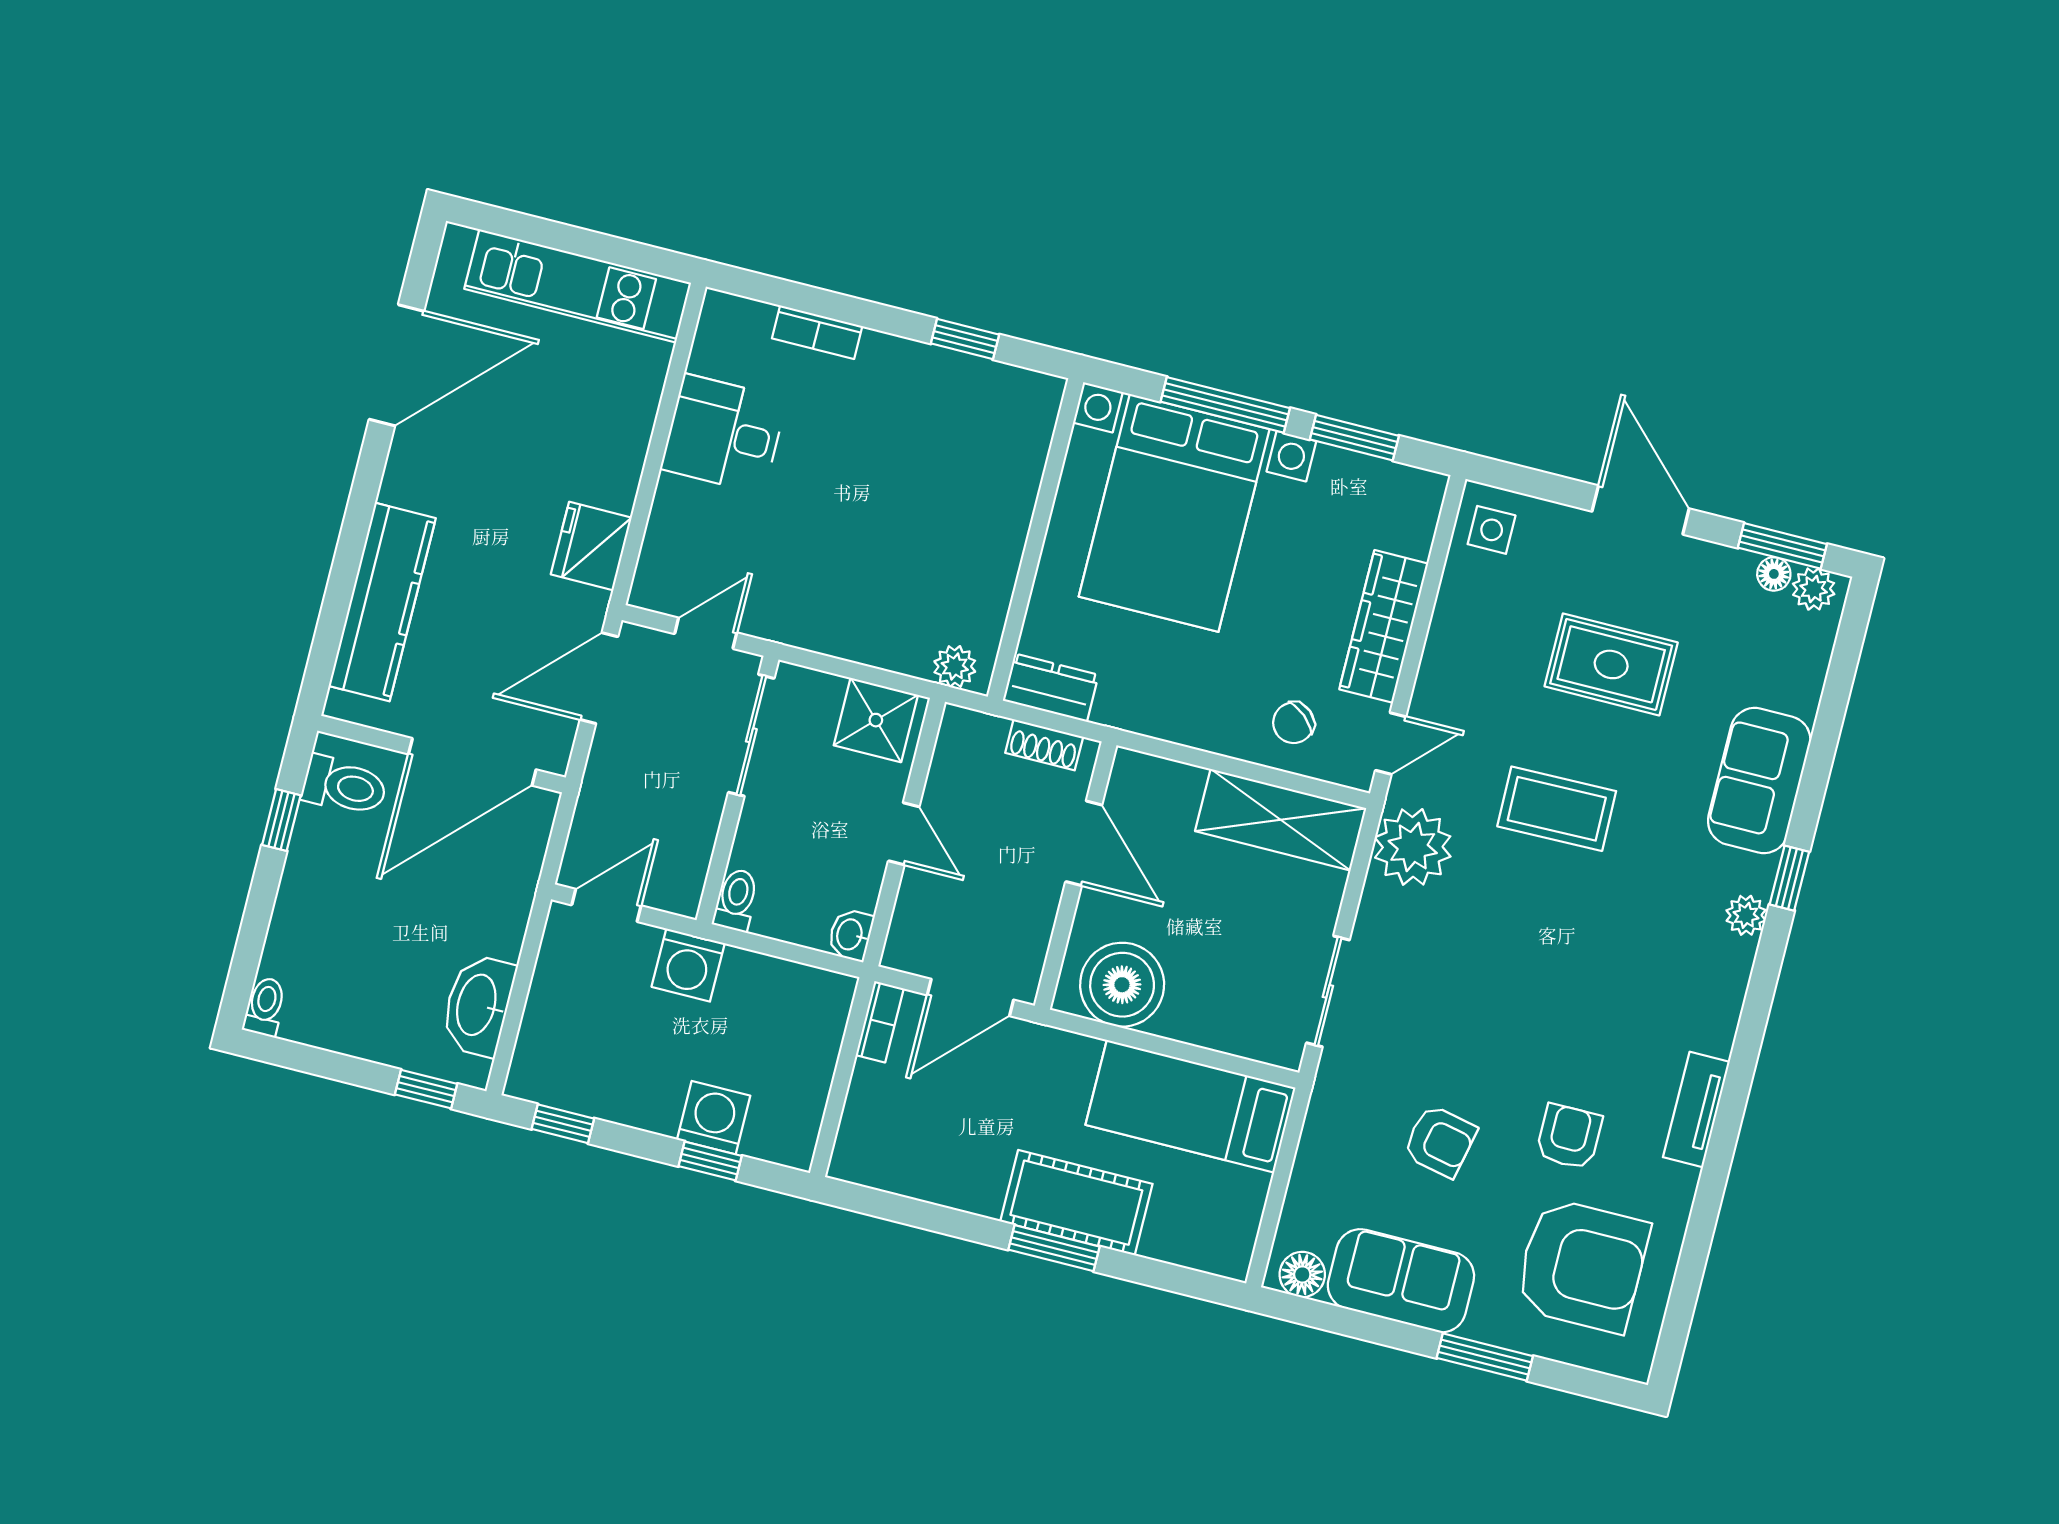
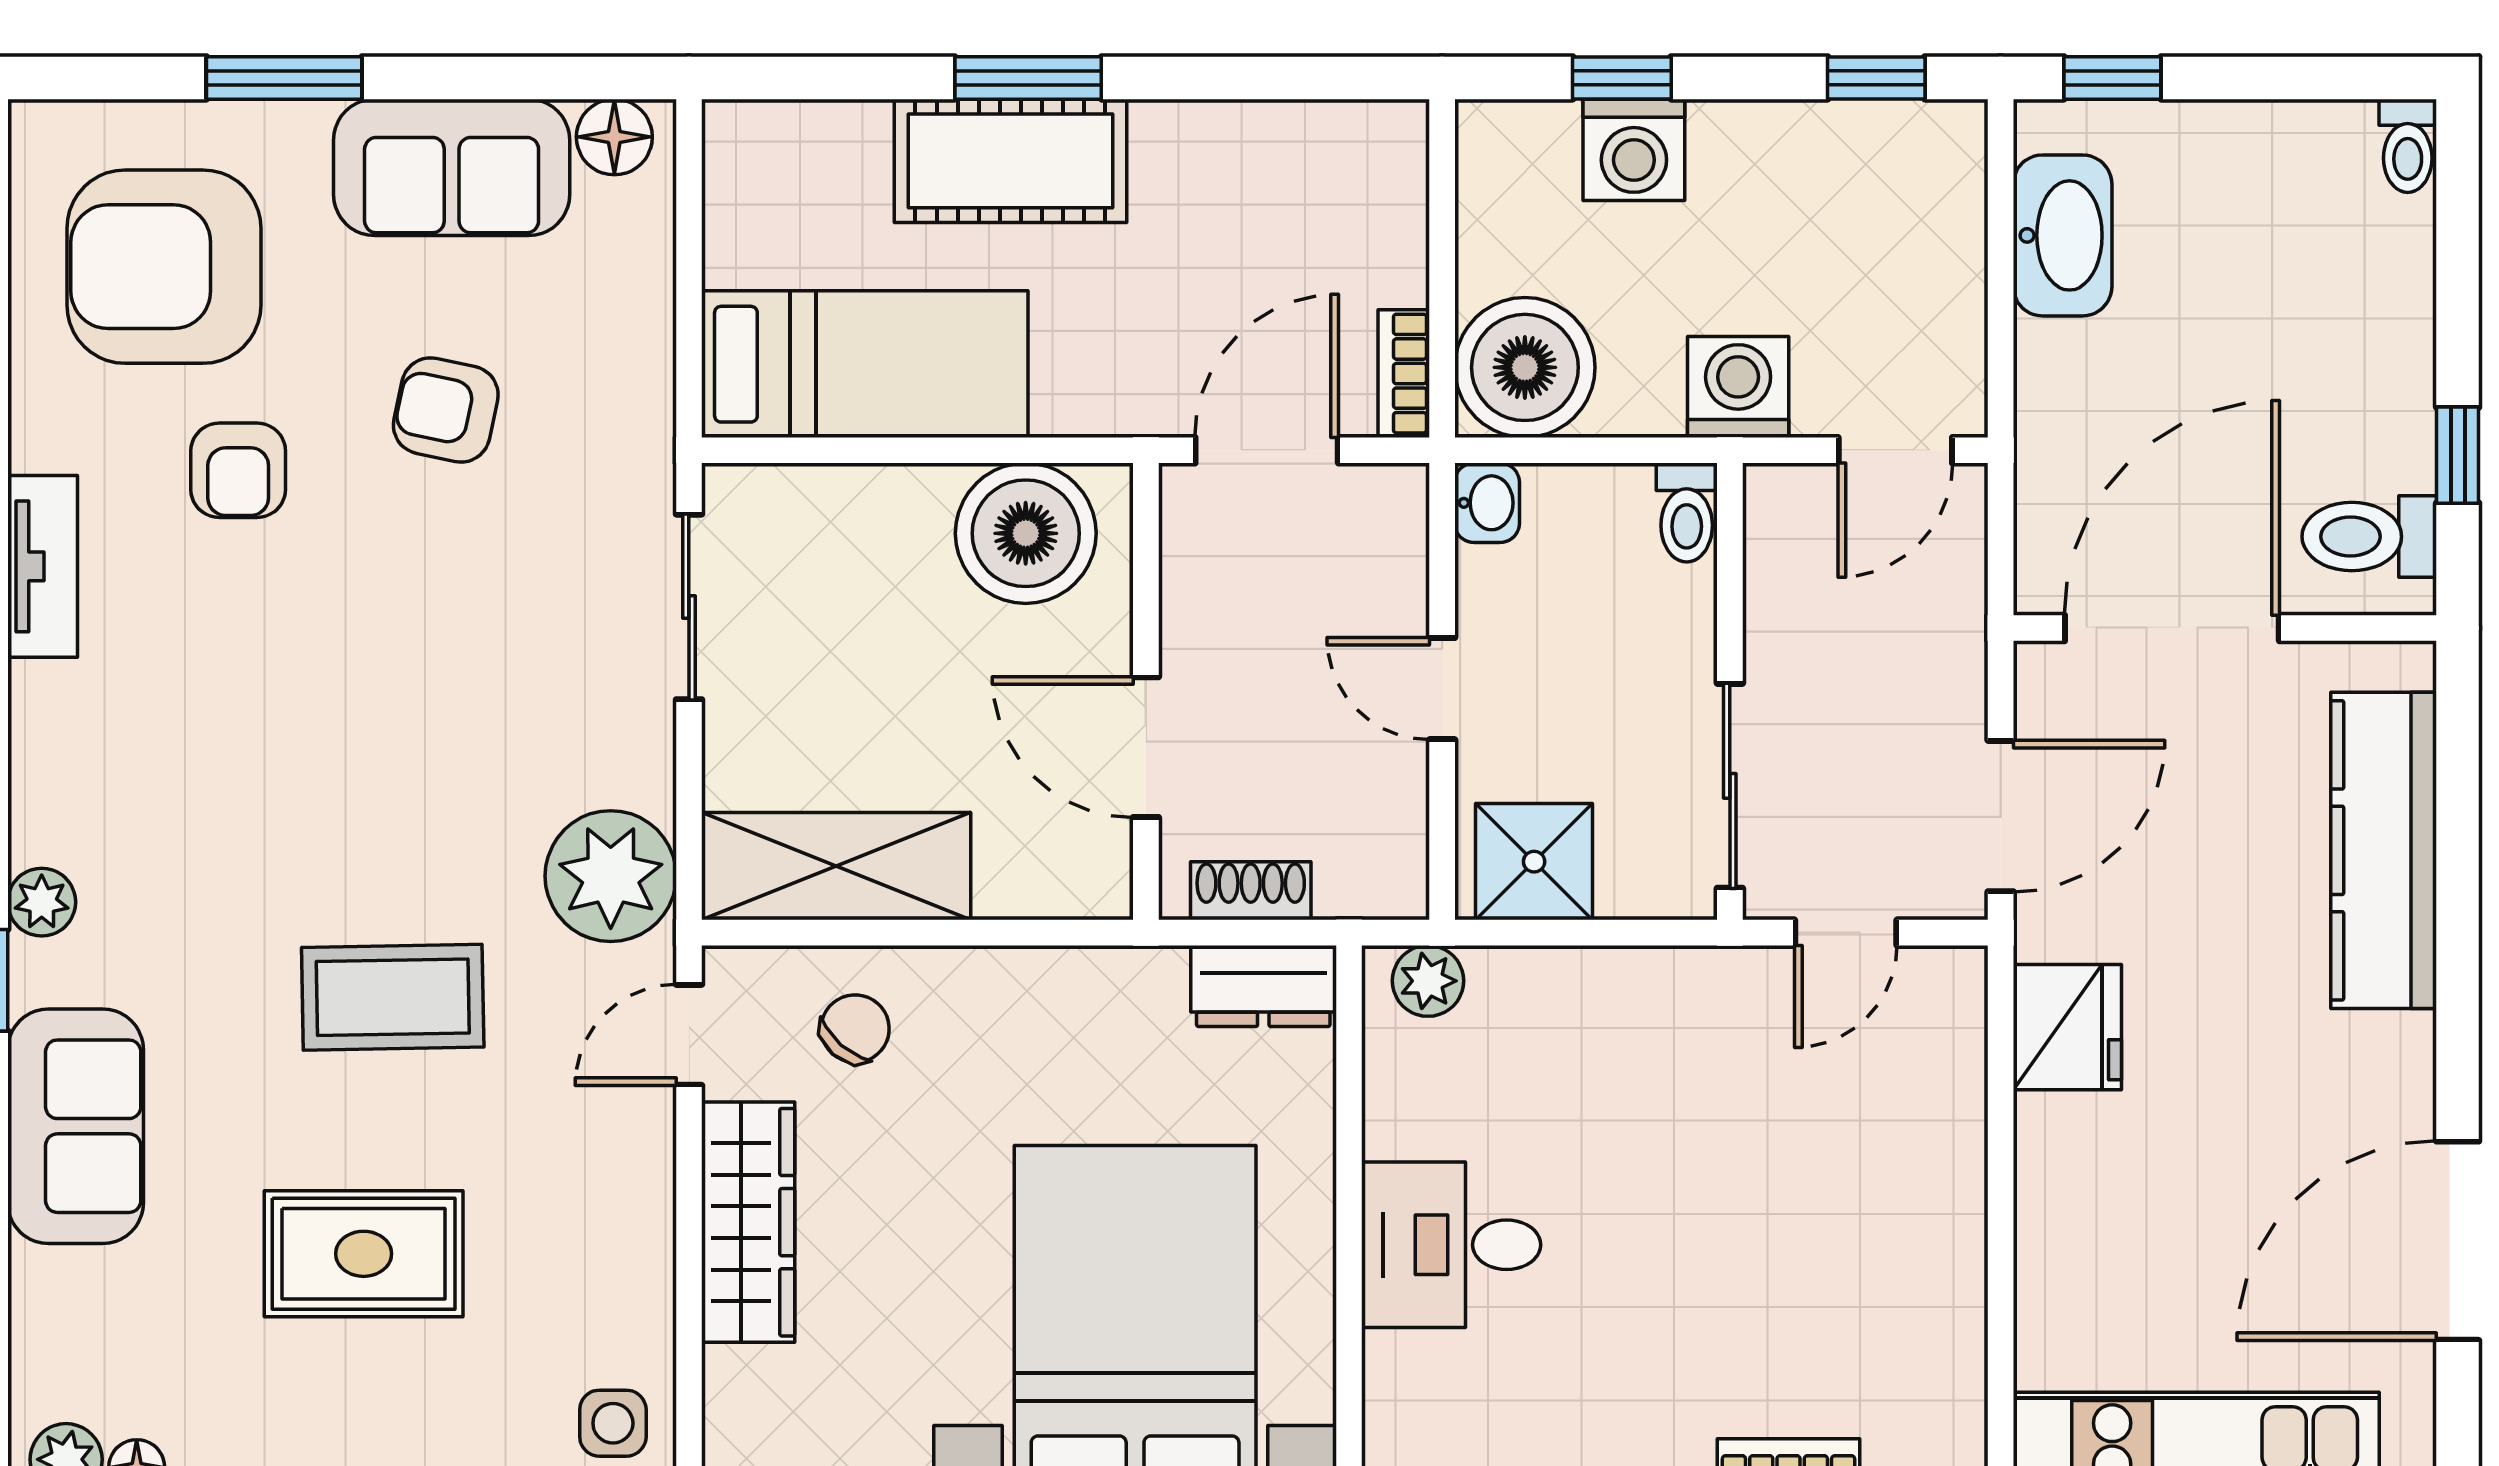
desk: (724, 434) -> (1451, 1245), moved, turned 180
boiler: (809, 1008) -> (1525, 367), added

